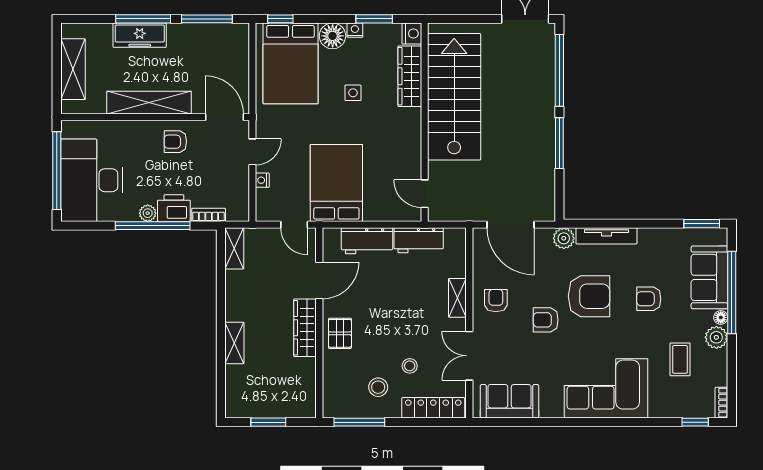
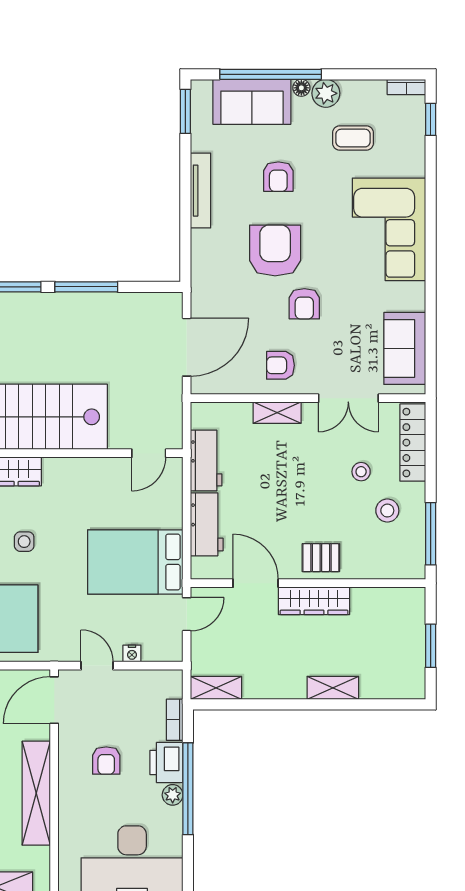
armchair: (175, 142) -> (106, 761), moved
tv unit: (606, 236) -> (201, 191), moved
plant: (564, 238) -> (204, 282), removed

